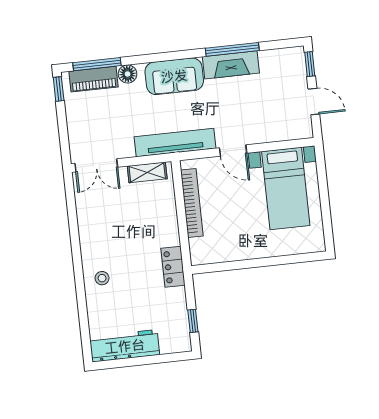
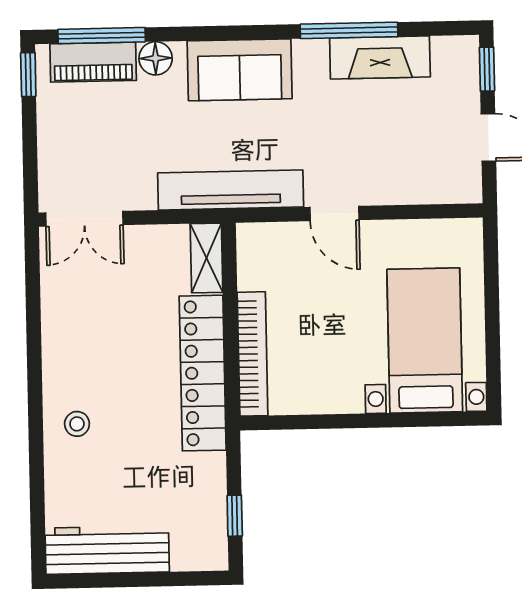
fireplace: (231, 65) -> (380, 57), moved
shelving: (147, 172) -> (207, 258), moved, turned 90
bed with nightstands: (286, 188) -> (425, 340), moved, turned 180
bookcase: (192, 203) -> (253, 354), moved
locker: (173, 267) -> (203, 373), width x2.16, depth x1.21

